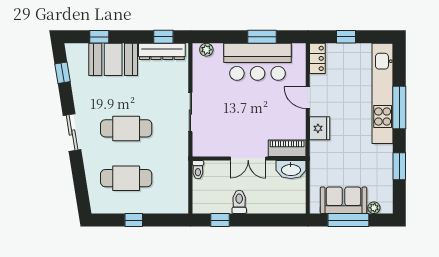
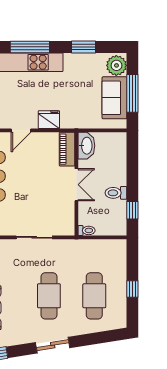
plant: (374, 208) -> (116, 65), width x1.87, depth x1.87

